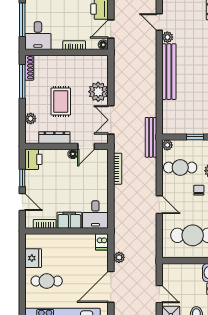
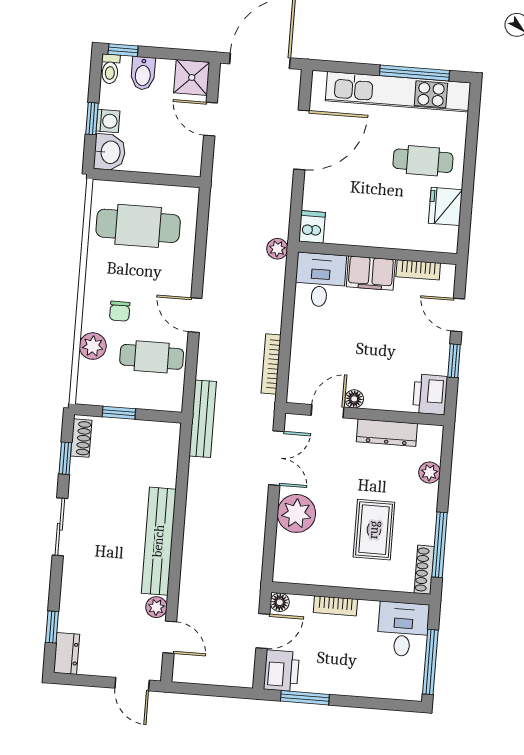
rug: (61, 101) -> (374, 530), moved
plant: (167, 145) -> (173, 402), removed
door: (159, 205) -> (195, 315), moved
plant: (119, 257) -> (277, 249), moved

